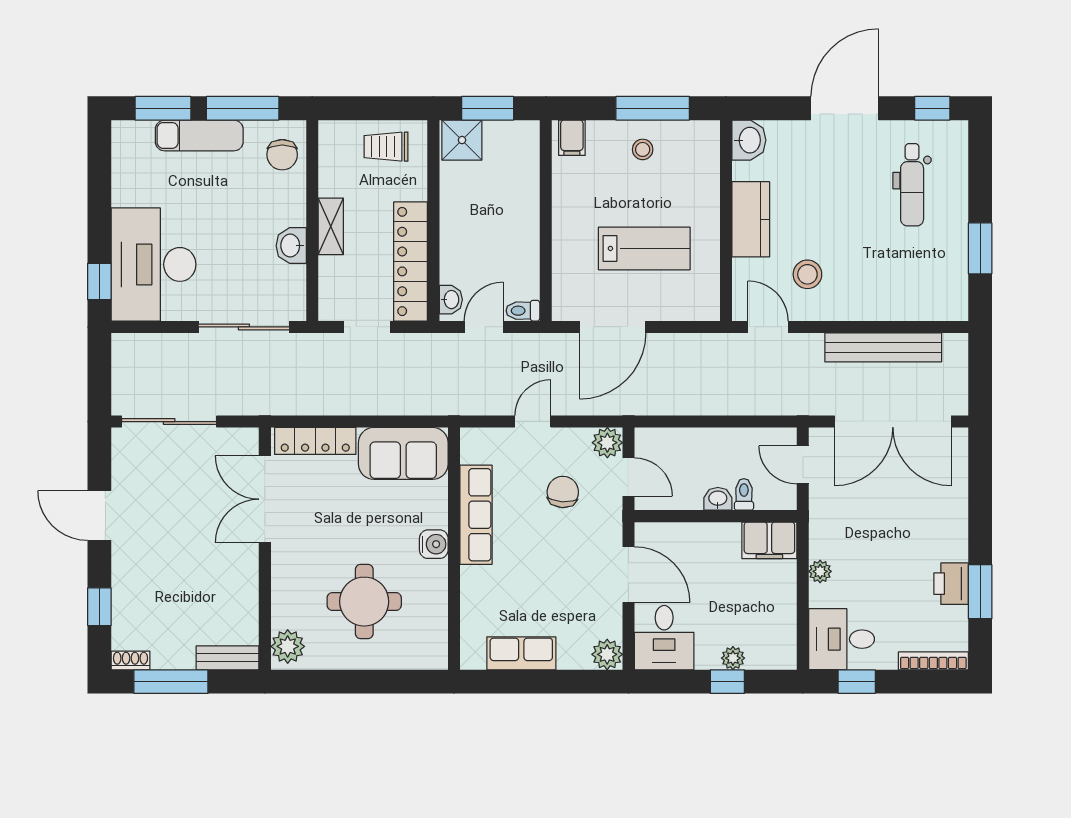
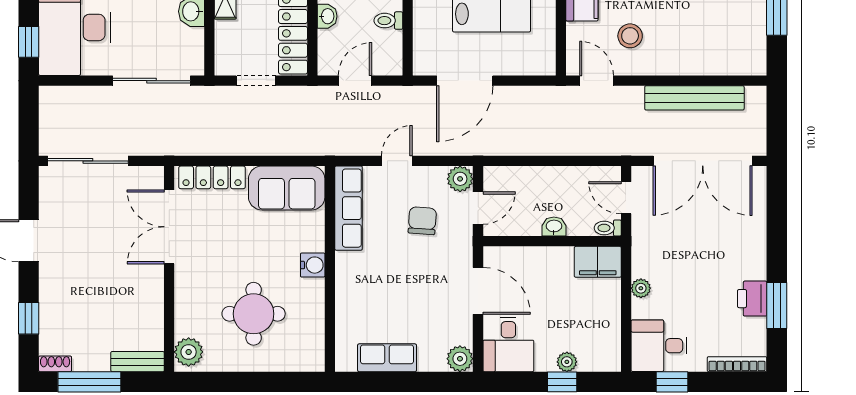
washbasin: (451, 300) -> (327, 16), moved
toilet: (523, 311) -> (388, 21), moved
door: (628, 477) -> (478, 208), hinge flipped
toilet: (744, 494) -> (608, 228), moved, turned -90
row of seats: (476, 515) -> (349, 208), moved

